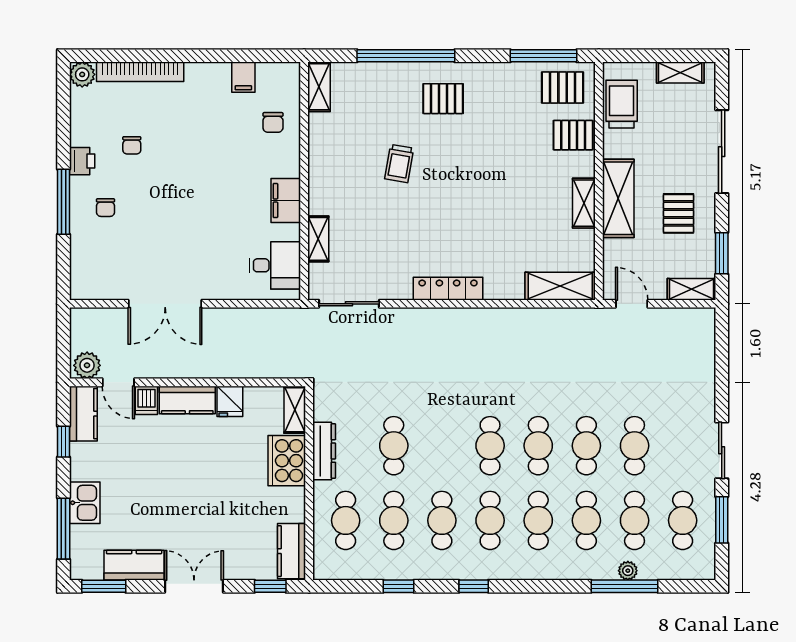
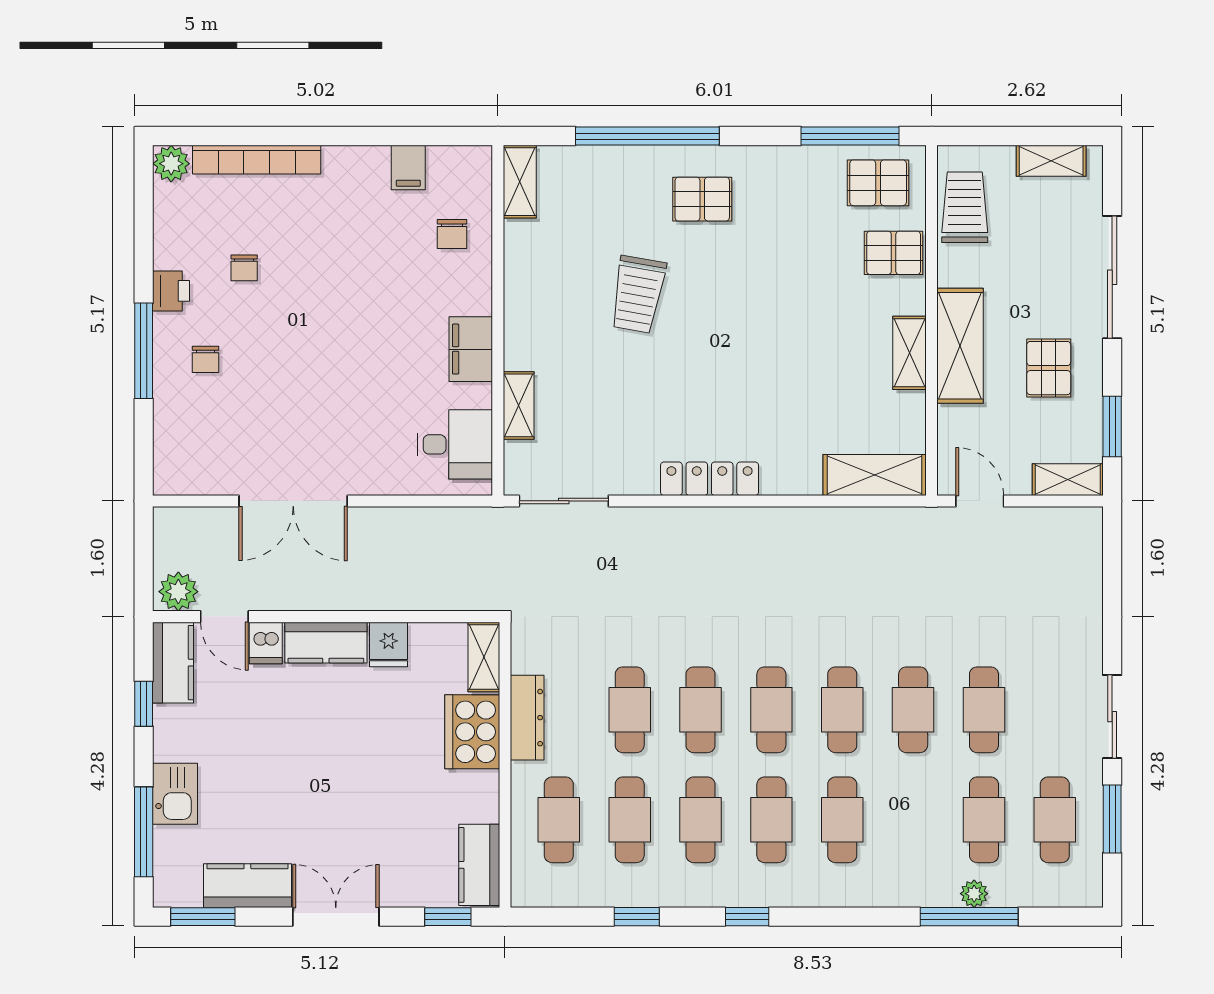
trolley: (399, 163) -> (638, 295), width x1.36, depth x1.39
cafe table: (586, 520) -> (701, 710), moved

